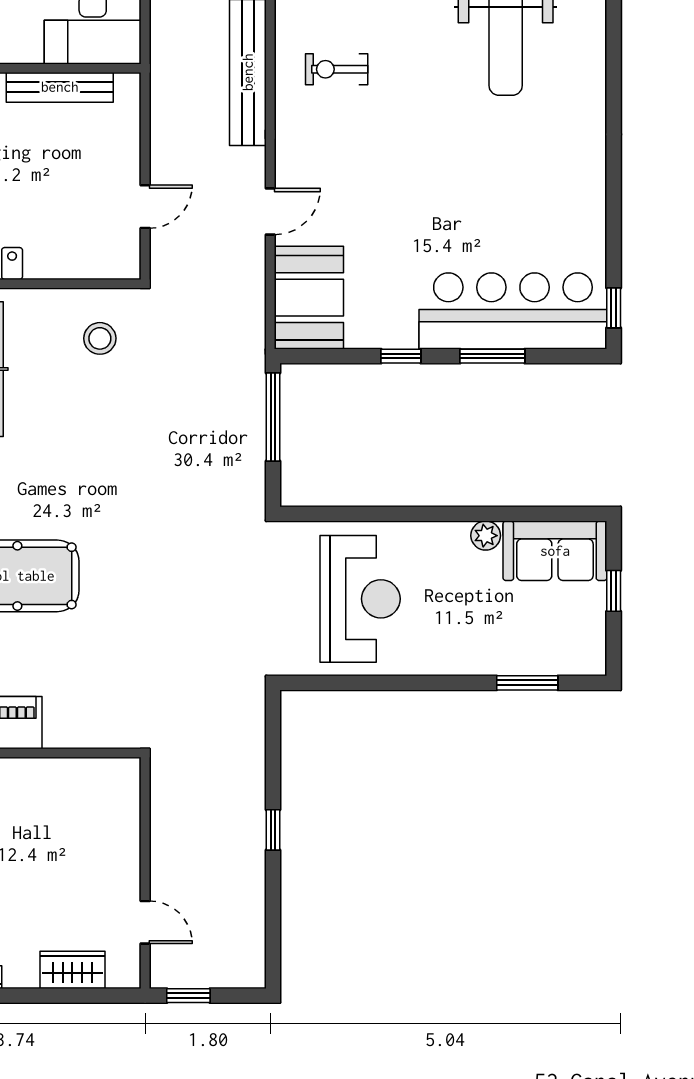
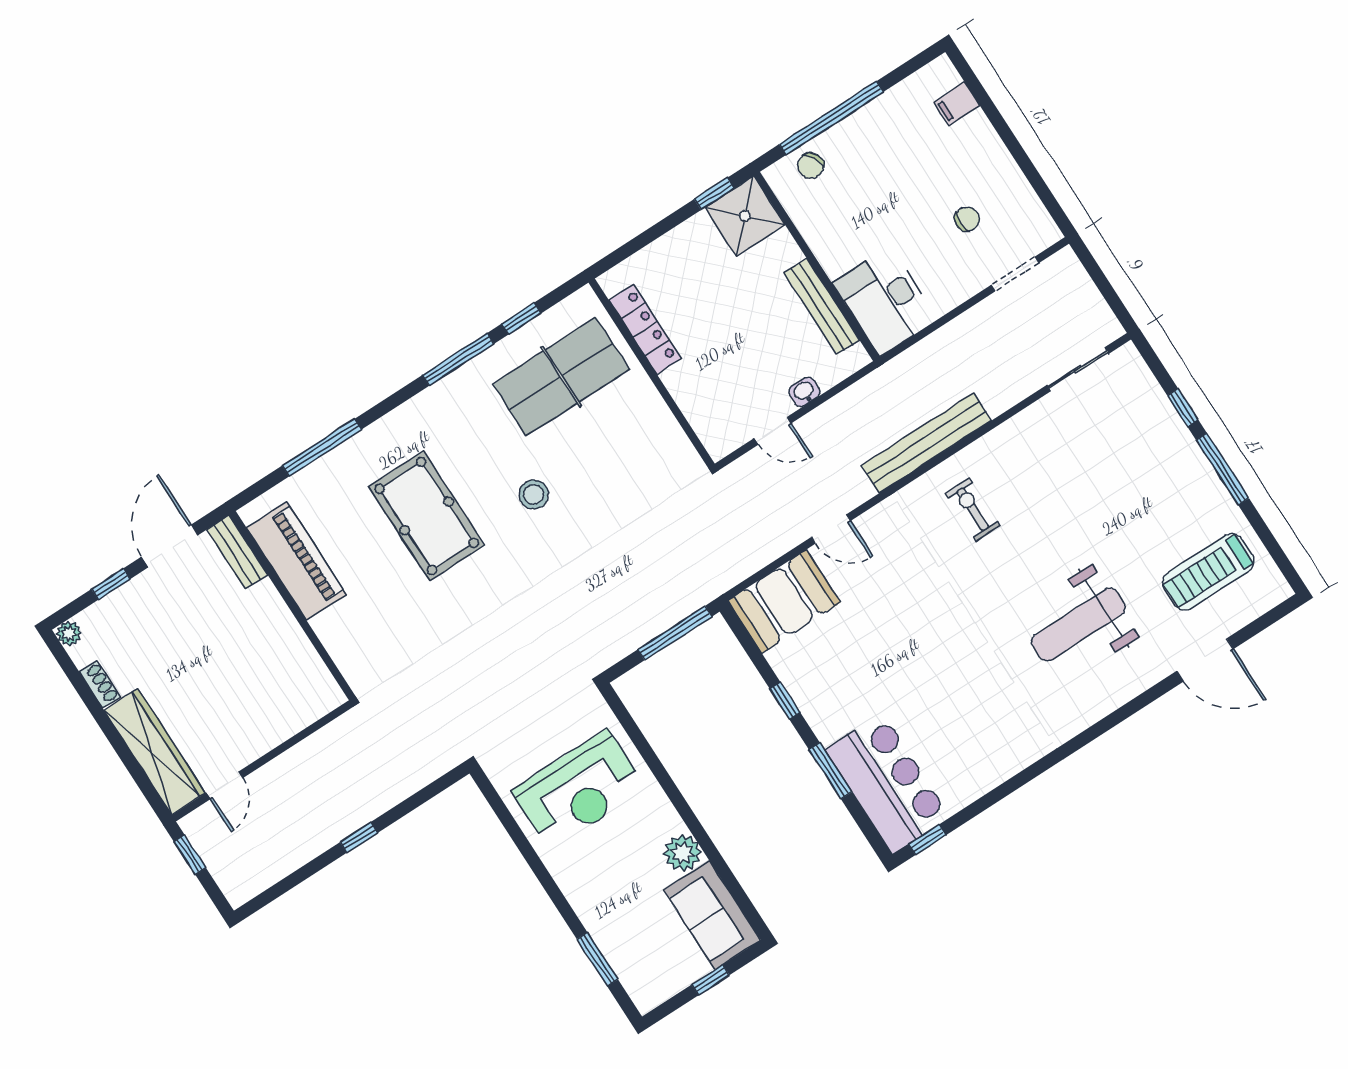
washbasin: (128, 154) -> (804, 392), added
bar counter: (513, 311) -> (887, 783), width x0.73
stool: (100, 338) -> (534, 494), moved
plant: (486, 536) -> (683, 853), width x1.38, depth x1.38
wardrobe: (72, 970) -> (155, 752), width x2.10, depth x1.17

